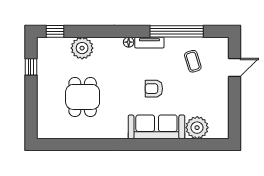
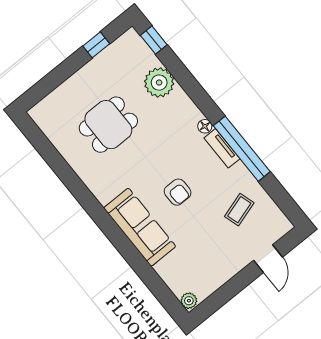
window: (177, 31) -> (242, 149), moved
door: (235, 67) -> (268, 259), hinge flipped
armchair: (154, 89) -> (178, 192), turned 180
plant: (197, 128) -> (189, 301), moved, width x0.53, depth x0.53

